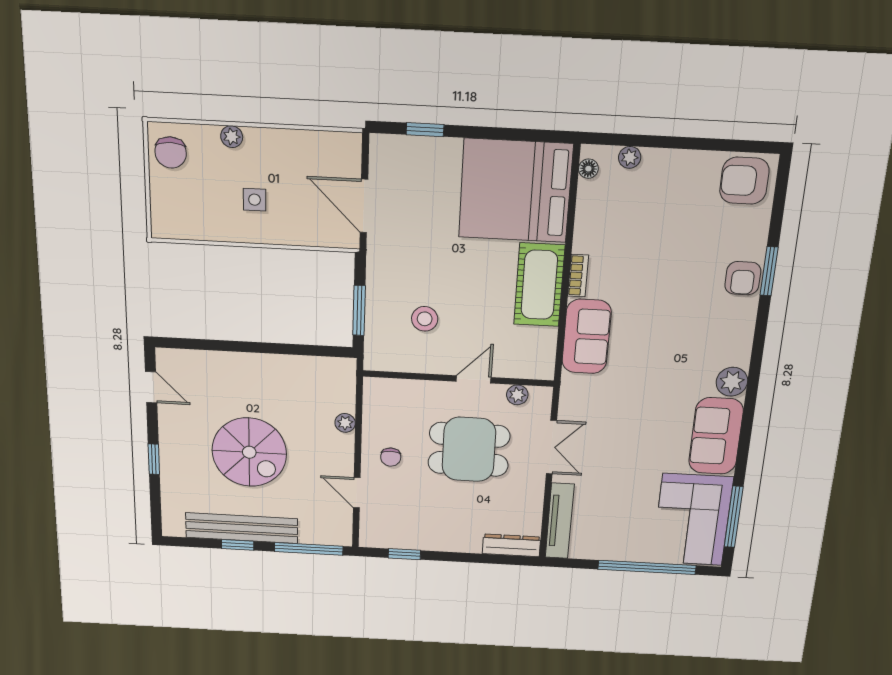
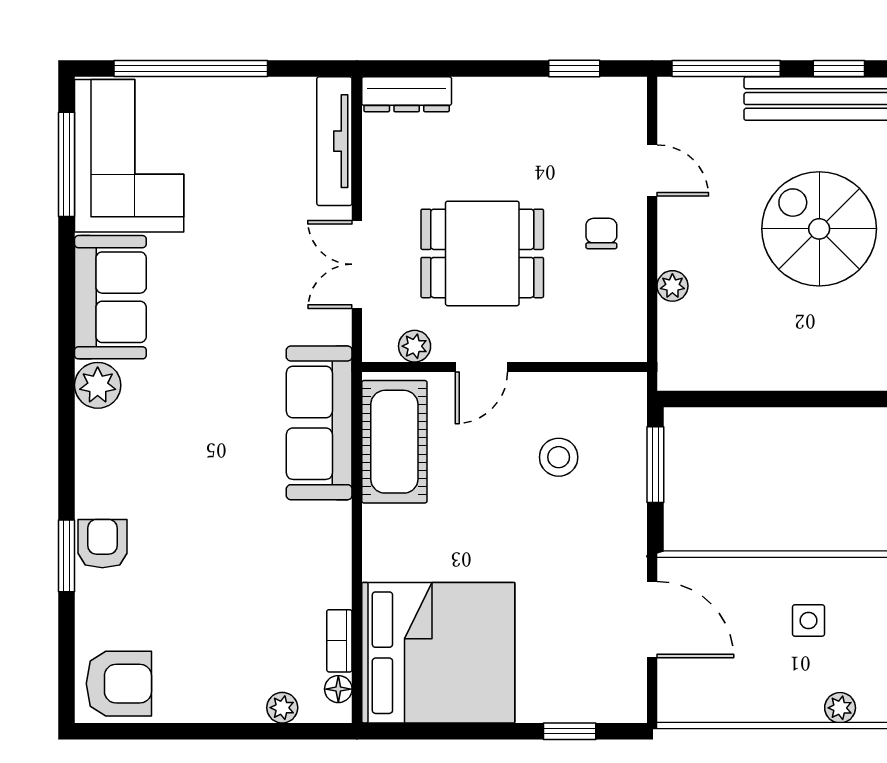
bookcase: (578, 276) -> (339, 641), moved
cot: (539, 285) -> (394, 442), moved
sofa: (587, 337) -> (319, 423), width x1.36

